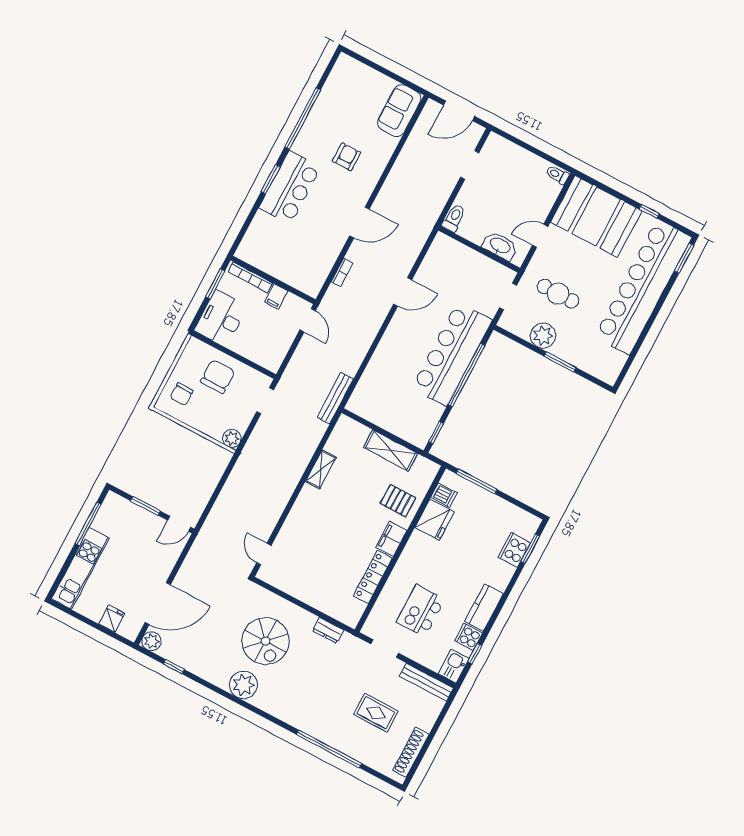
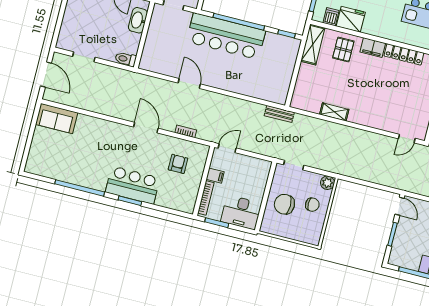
armchair: (347, 157) -> (178, 164), moved, turned 90
chair: (182, 394) -> (312, 205), moved
bench: (335, 398) -> (279, 114), width x0.73
shelving: (391, 450) -> (313, 44), moved

